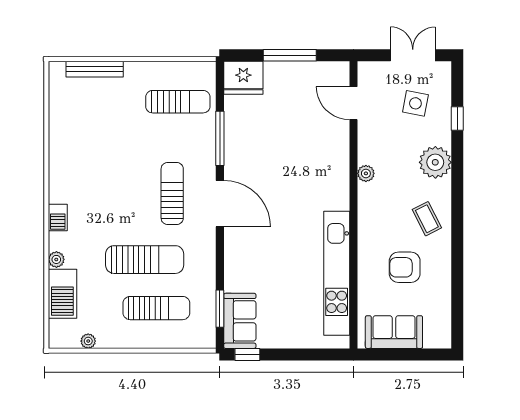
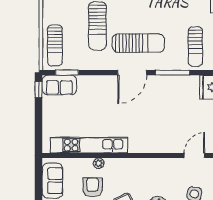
plant: (366, 173) -> (99, 163), moved
sun lounger: (172, 194) -> (138, 43), width x1.36, depth x1.34
sun lounger: (156, 308) -> (55, 45), moved

